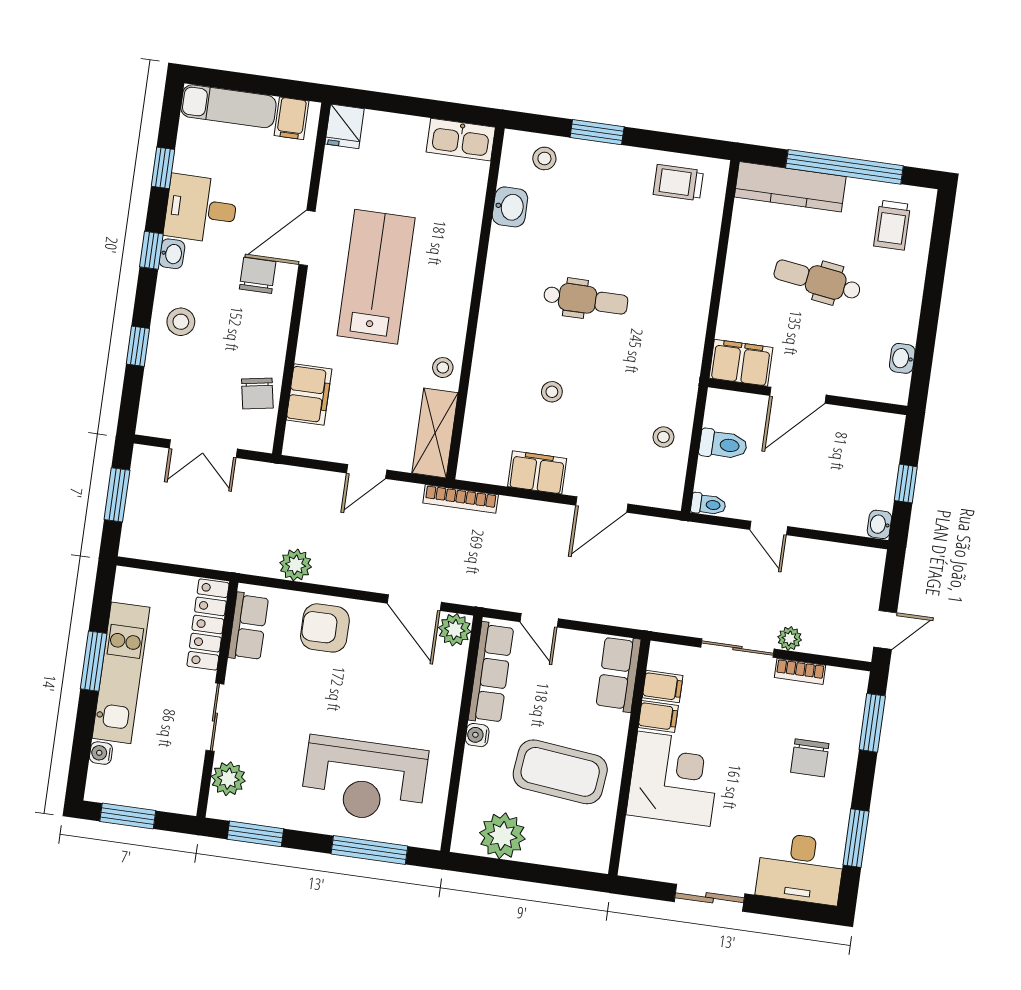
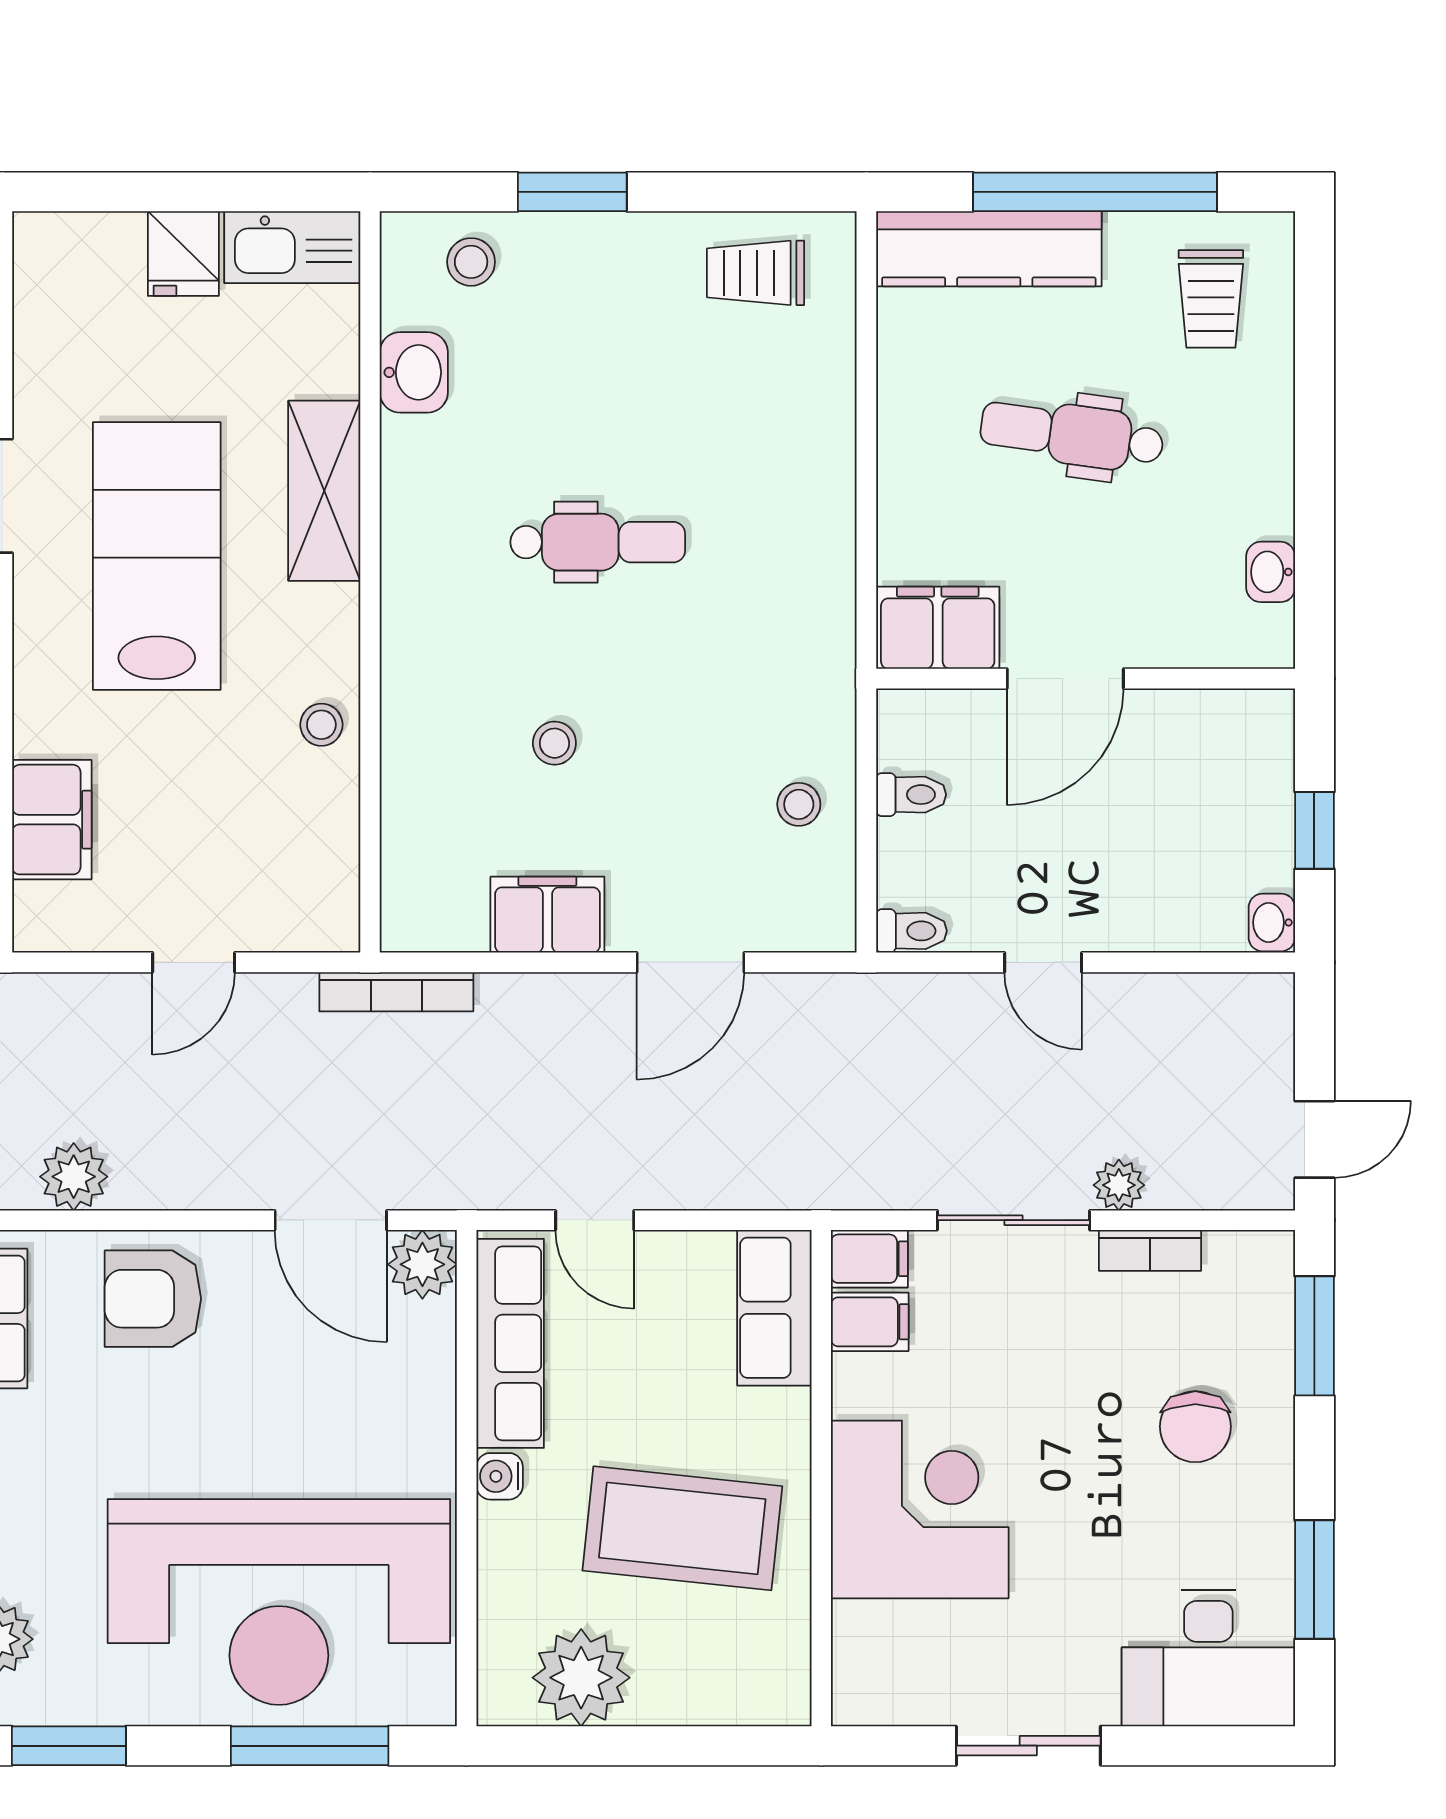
fridge: (345, 126) -> (183, 254), moved
shelving: (435, 433) -> (324, 491), moved
toilet: (723, 445) -> (911, 795), width x0.73, depth x0.72
filing cabinet: (658, 716) -> (869, 1259), moved
reception desk: (364, 780) -> (279, 1602), width x1.36, depth x1.30

